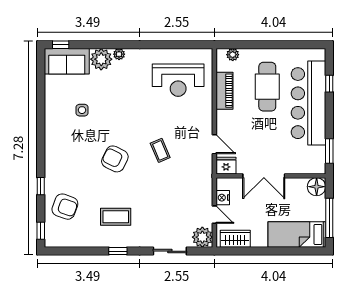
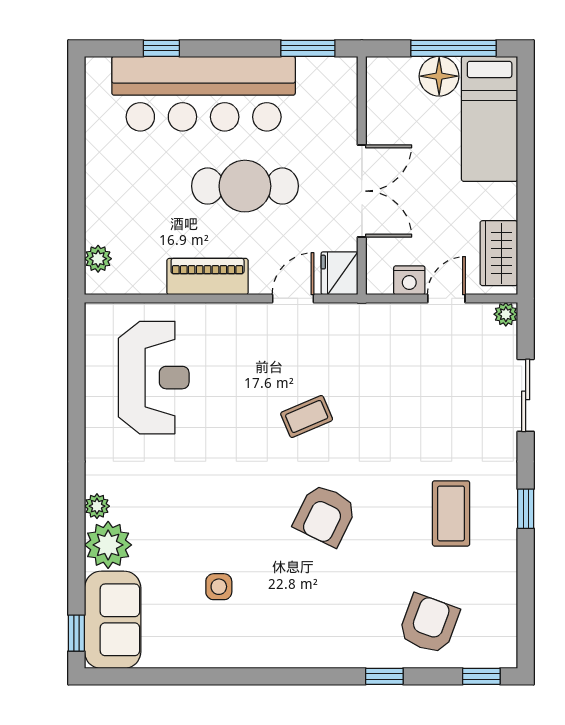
cafe table: (267, 87) -> (245, 186), moved
piano: (224, 91) -> (208, 277), moved
floor lamp: (317, 187) -> (439, 76), moved
plant: (202, 237) -> (506, 314), width x0.53, depth x0.53

